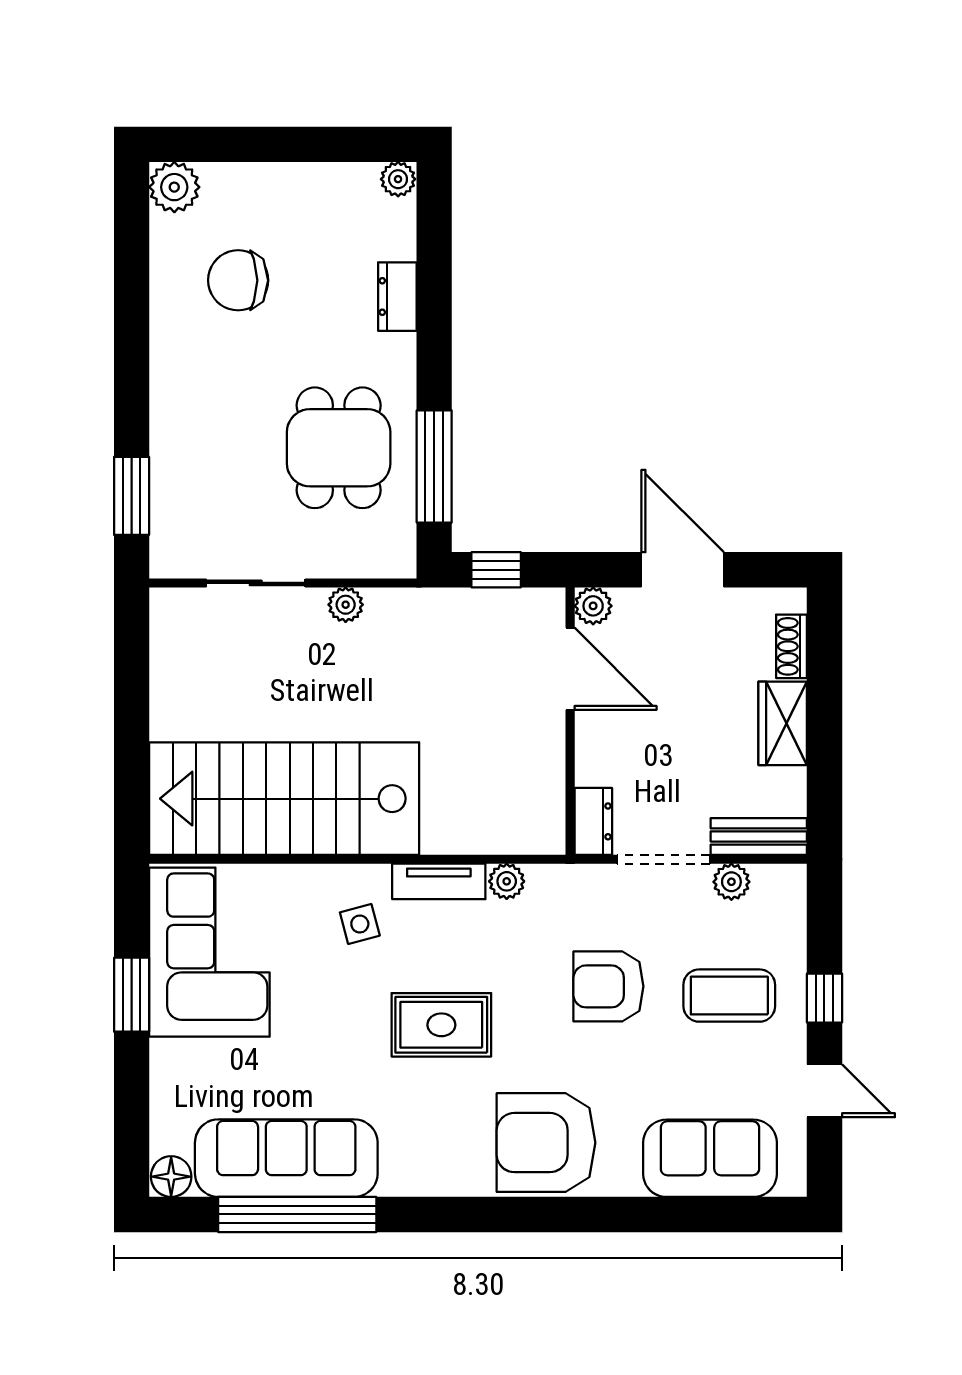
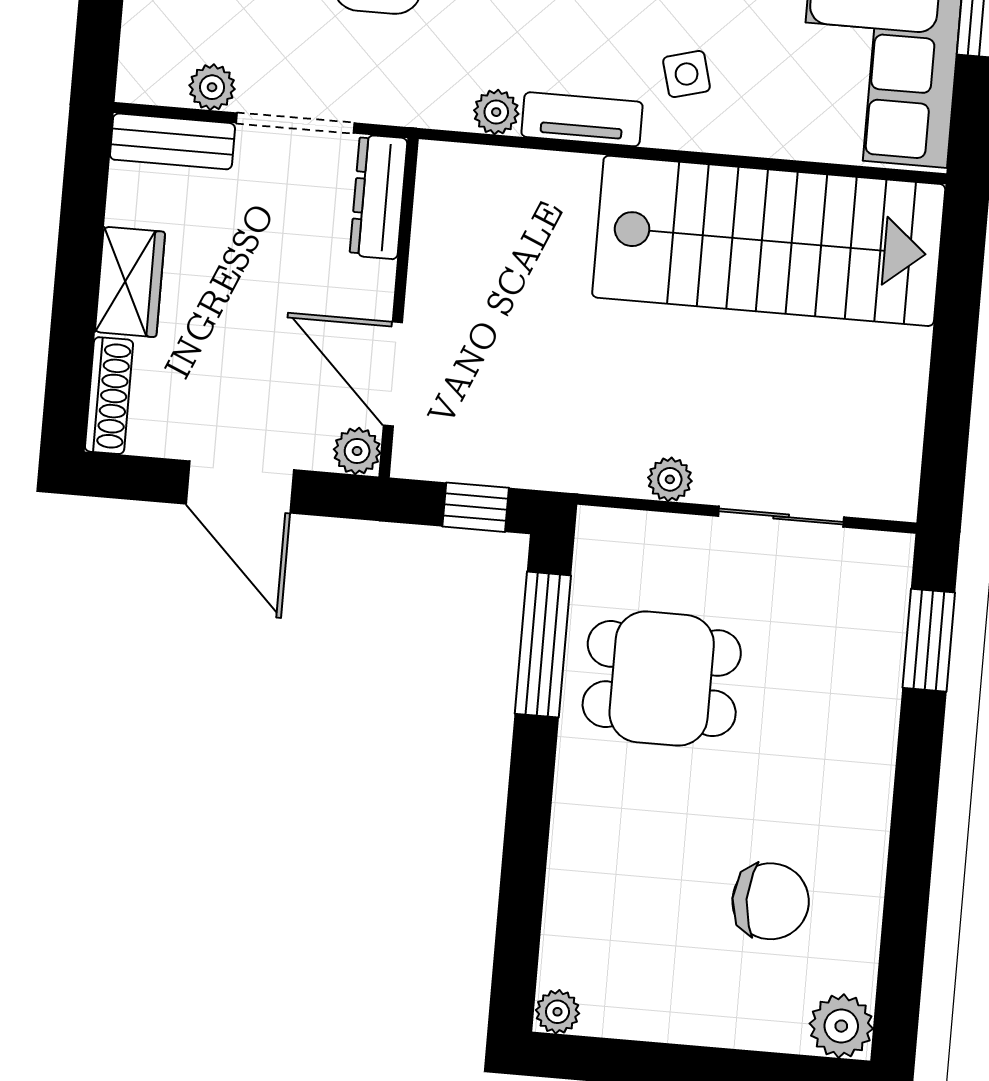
dresser: (397, 297) -> (571, 863), removed
dining table: (339, 448) -> (662, 679), turned 90
shoe rack: (792, 646) -> (109, 396), width x1.43
dresser: (593, 821) -> (379, 197), width x1.44

